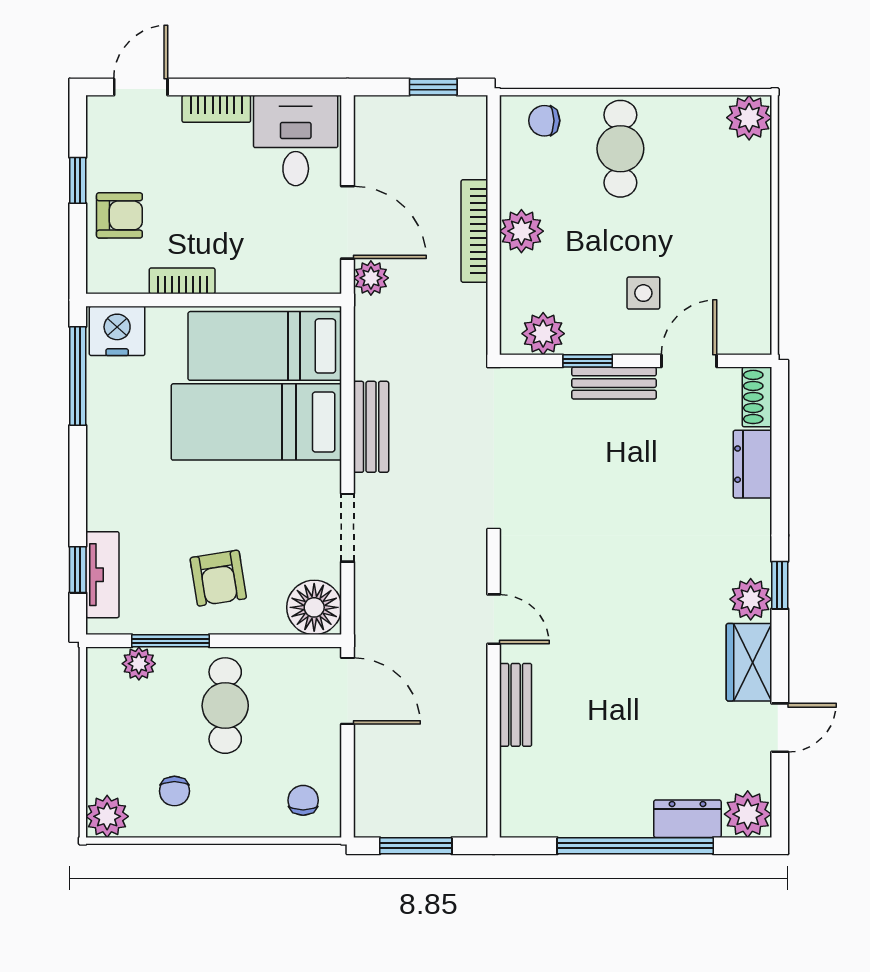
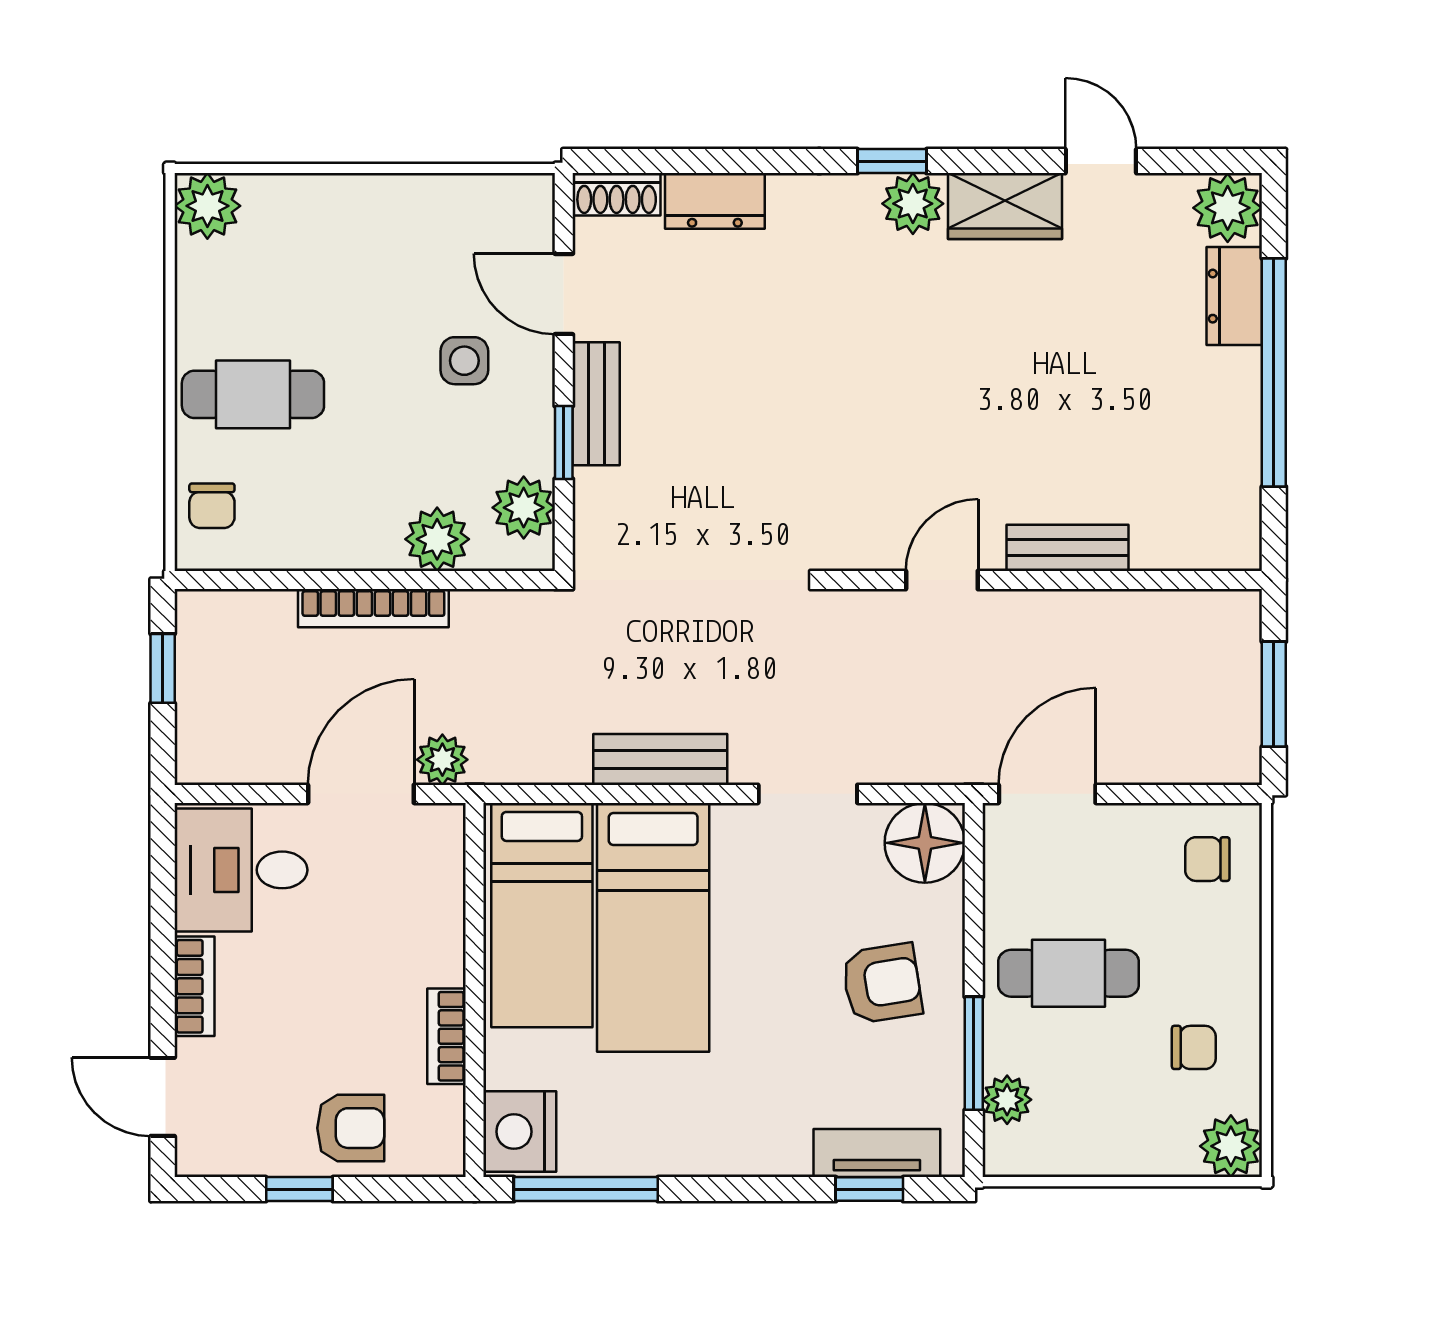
armchair: (119, 215) -> (351, 1128), turned 90
plant: (521, 231) -> (437, 539), moved

